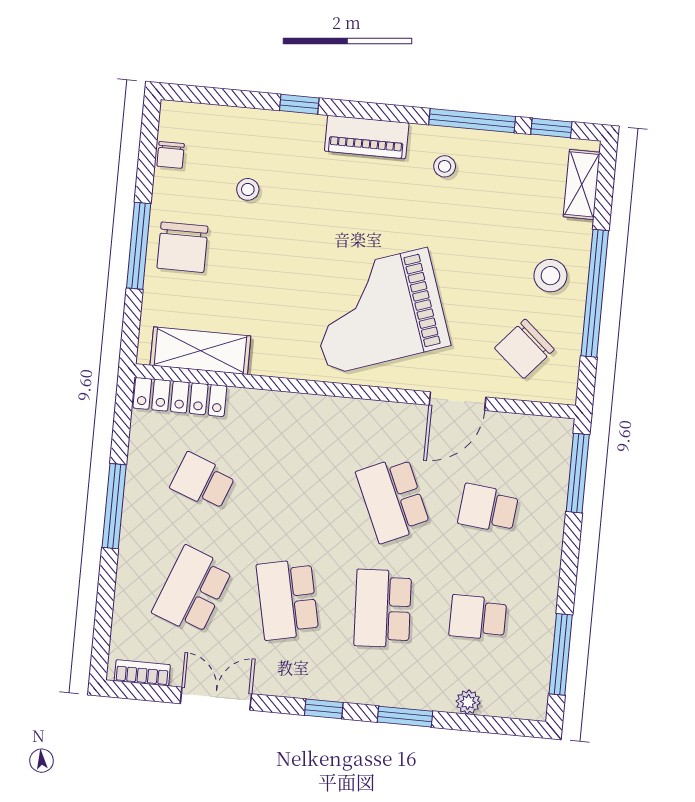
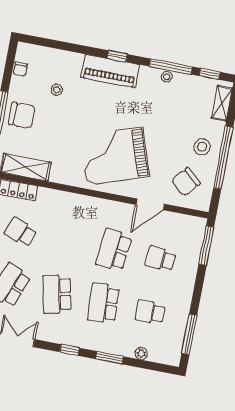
window: (299, 104) -> (117, 56), moved
piano: (367, 137) -> (110, 71), width x1.37, depth x1.33
stool: (445, 166) -> (167, 77), moved
chair: (182, 247) -> (22, 115), turned -90
school desk: (393, 499) -> (114, 250), turned 30

